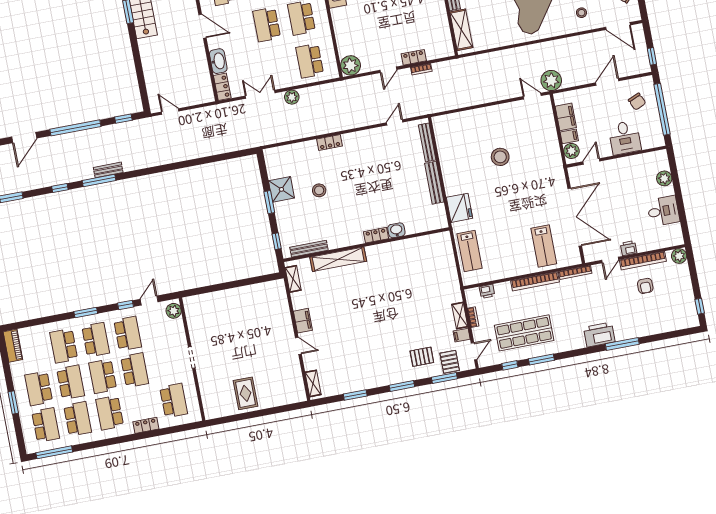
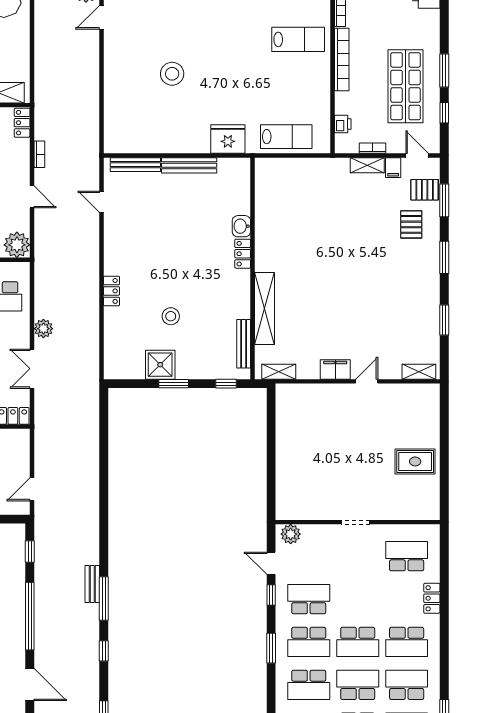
locker: (414, 57) -> (22, 123), moved
school desk: (96, 340) -> (309, 642), turned 180
school desk: (135, 370) -> (358, 599), removed

